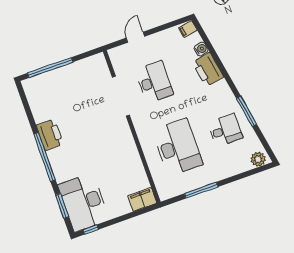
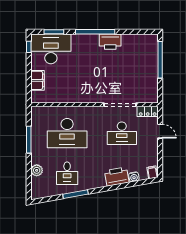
locker: (117, 60) -> (148, 111), added
plant: (258, 159) -> (37, 170), moved
filing cabinet: (142, 200) -> (37, 80), moved

